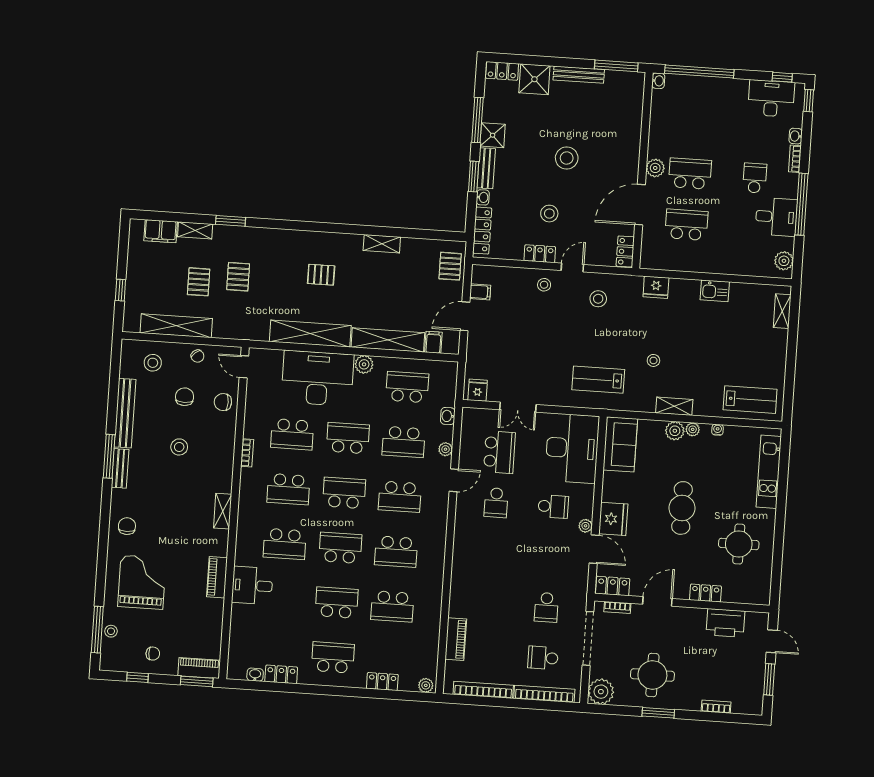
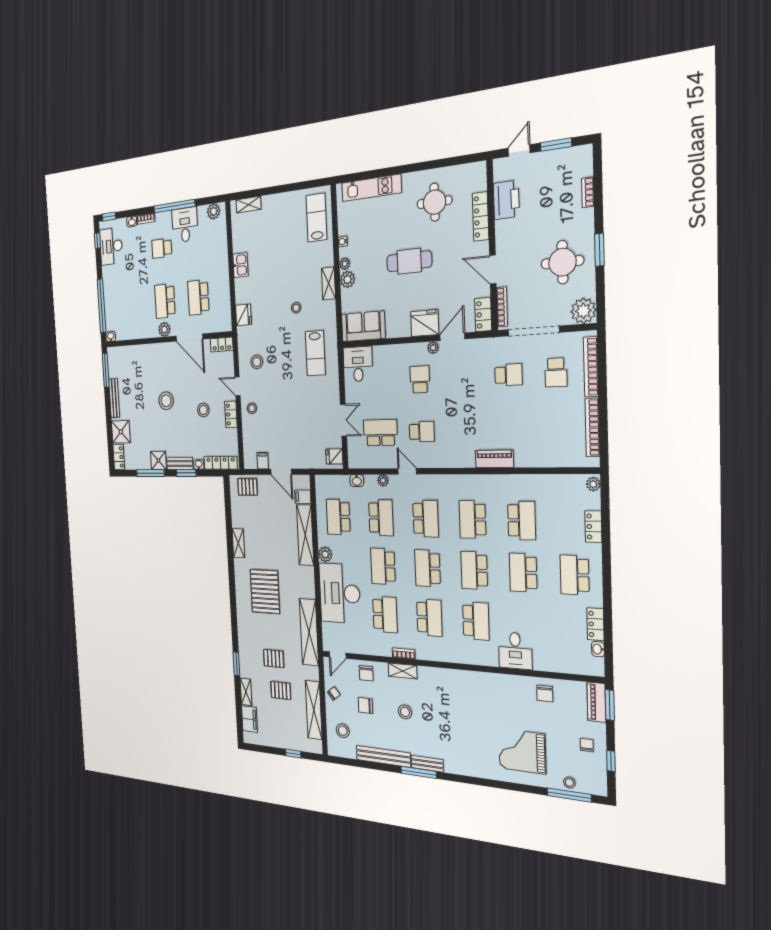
pallet: (321, 275) -> (265, 592), width x2.05, depth x2.00
shelving: (310, 334) -> (309, 632), moved
desk: (572, 448) -> (358, 364), width x0.53, depth x0.77
shelving: (223, 511) -> (403, 671), moved
chair: (127, 526) -> (545, 693), moved, turned -90
school desk: (396, 552) -> (472, 519), turned 180
piano: (217, 577) -> (511, 683), removed
locker: (706, 593) -> (481, 216), width x1.53
bookcase: (617, 607) -> (502, 307), width x1.56
piano: (456, 639) -> (494, 459), moved

